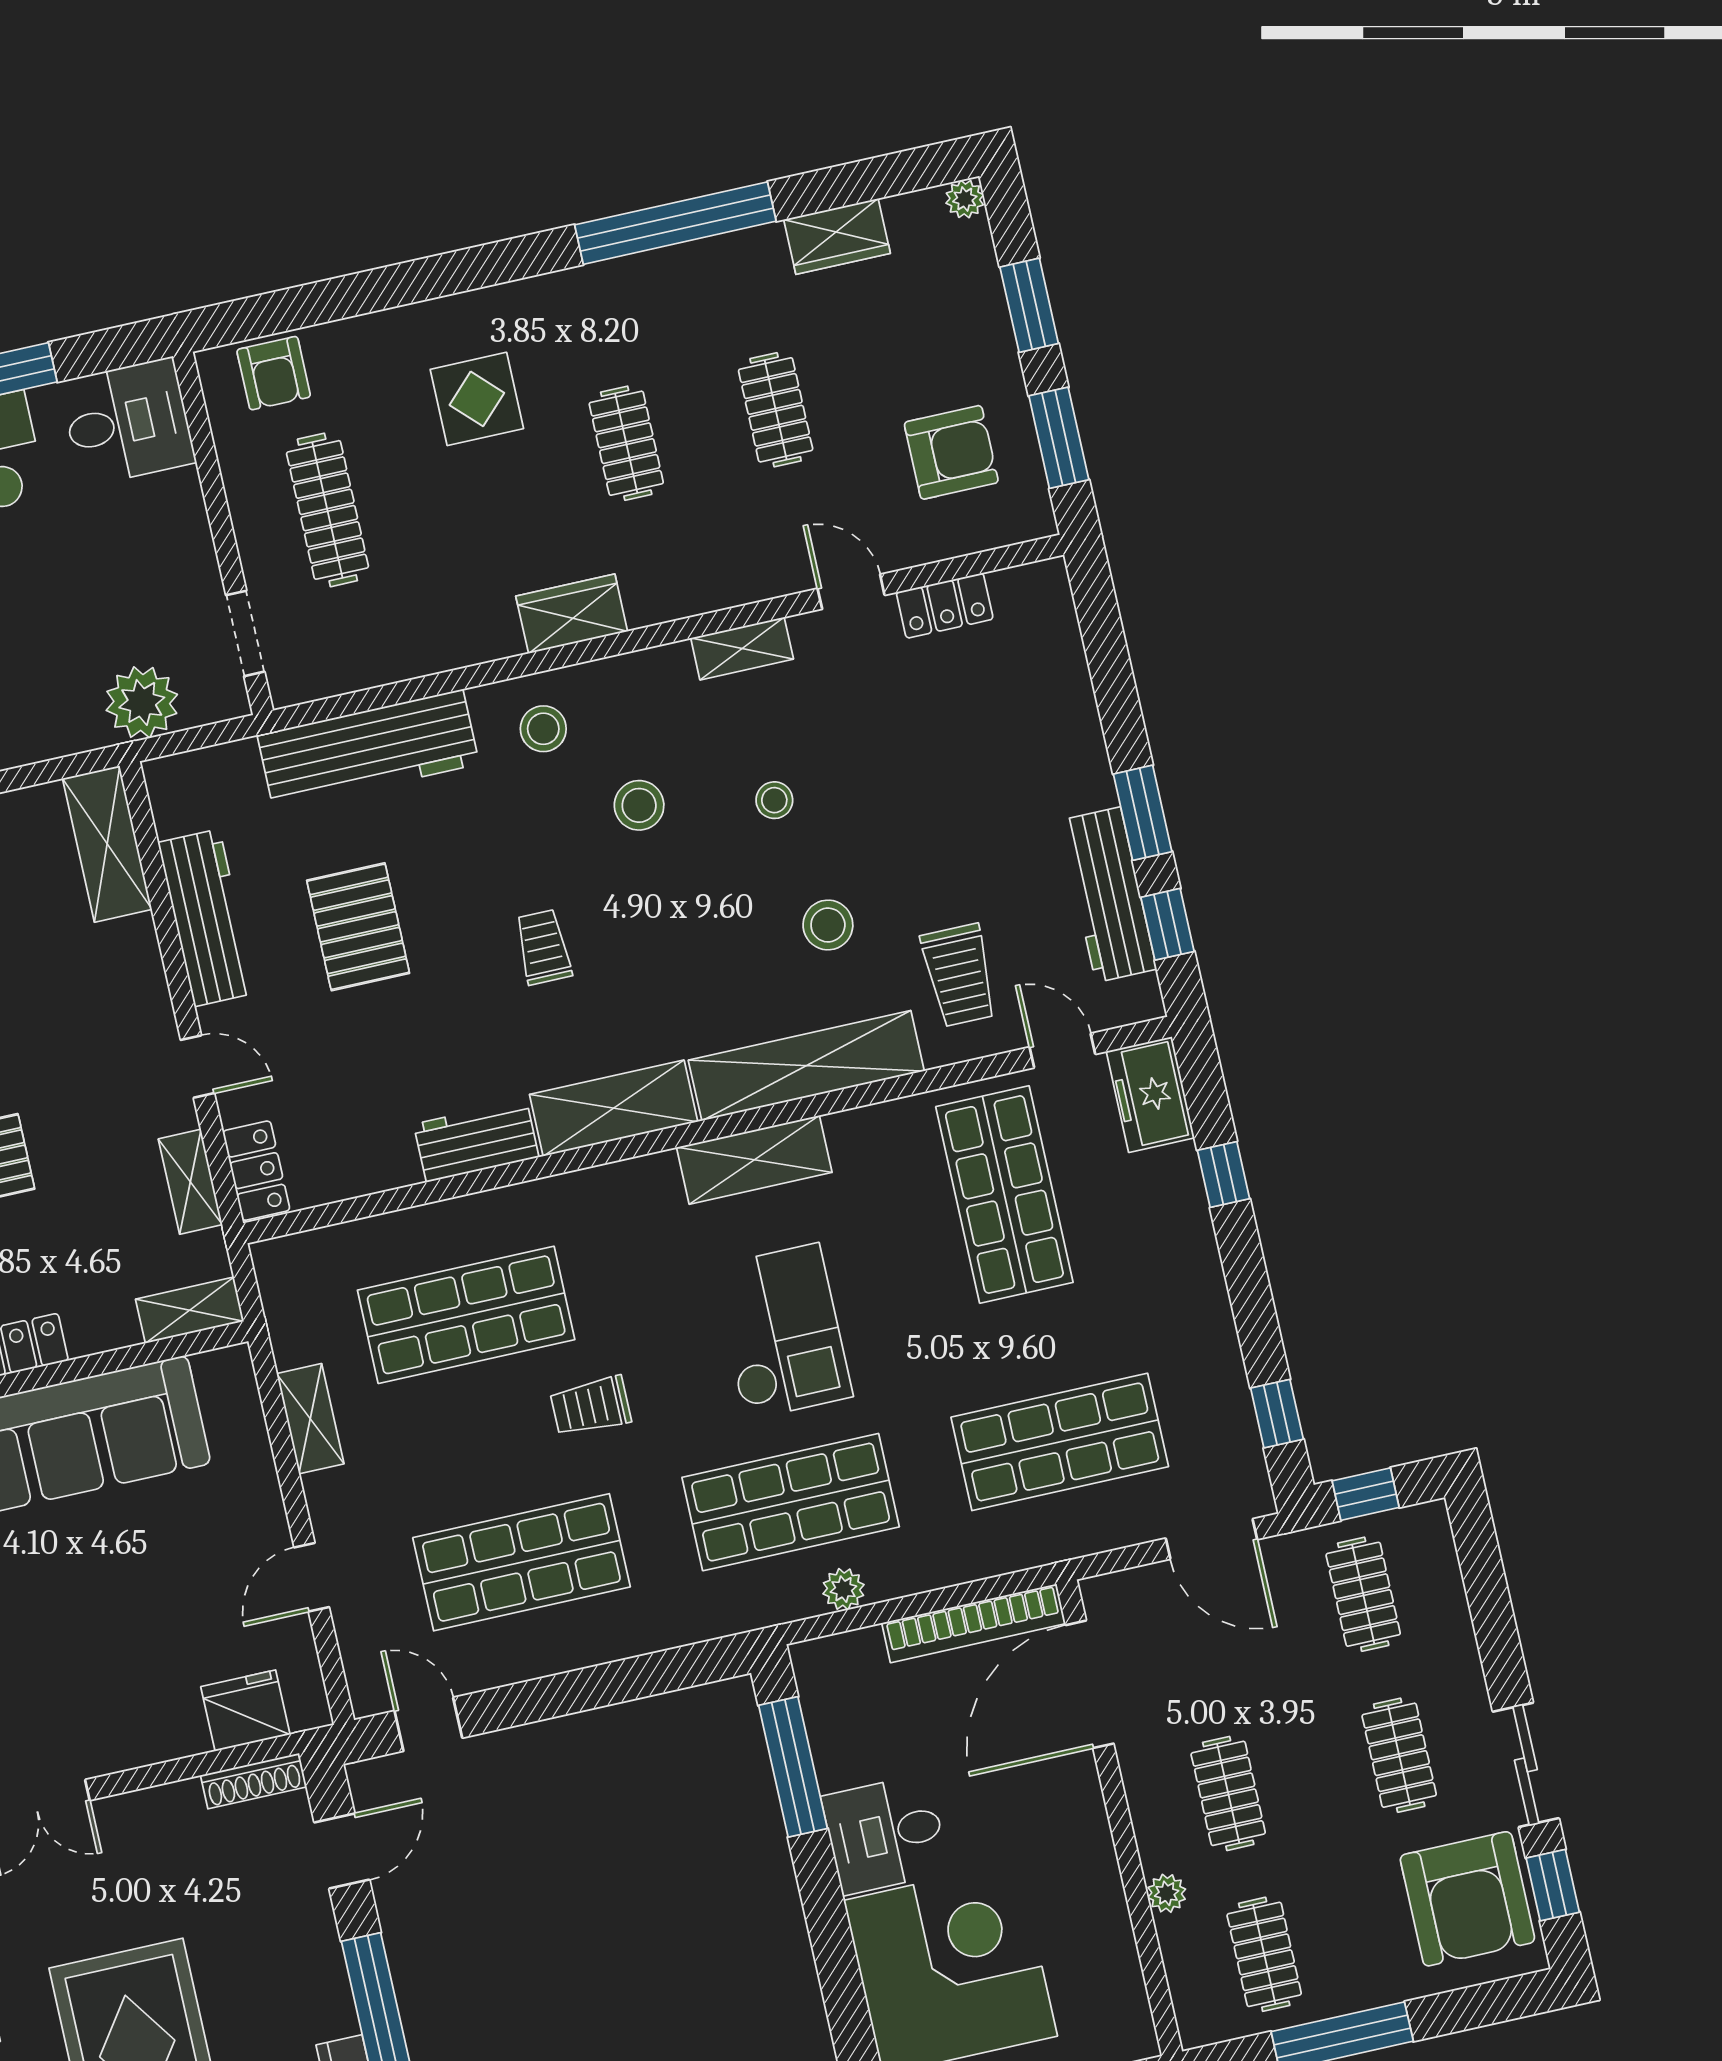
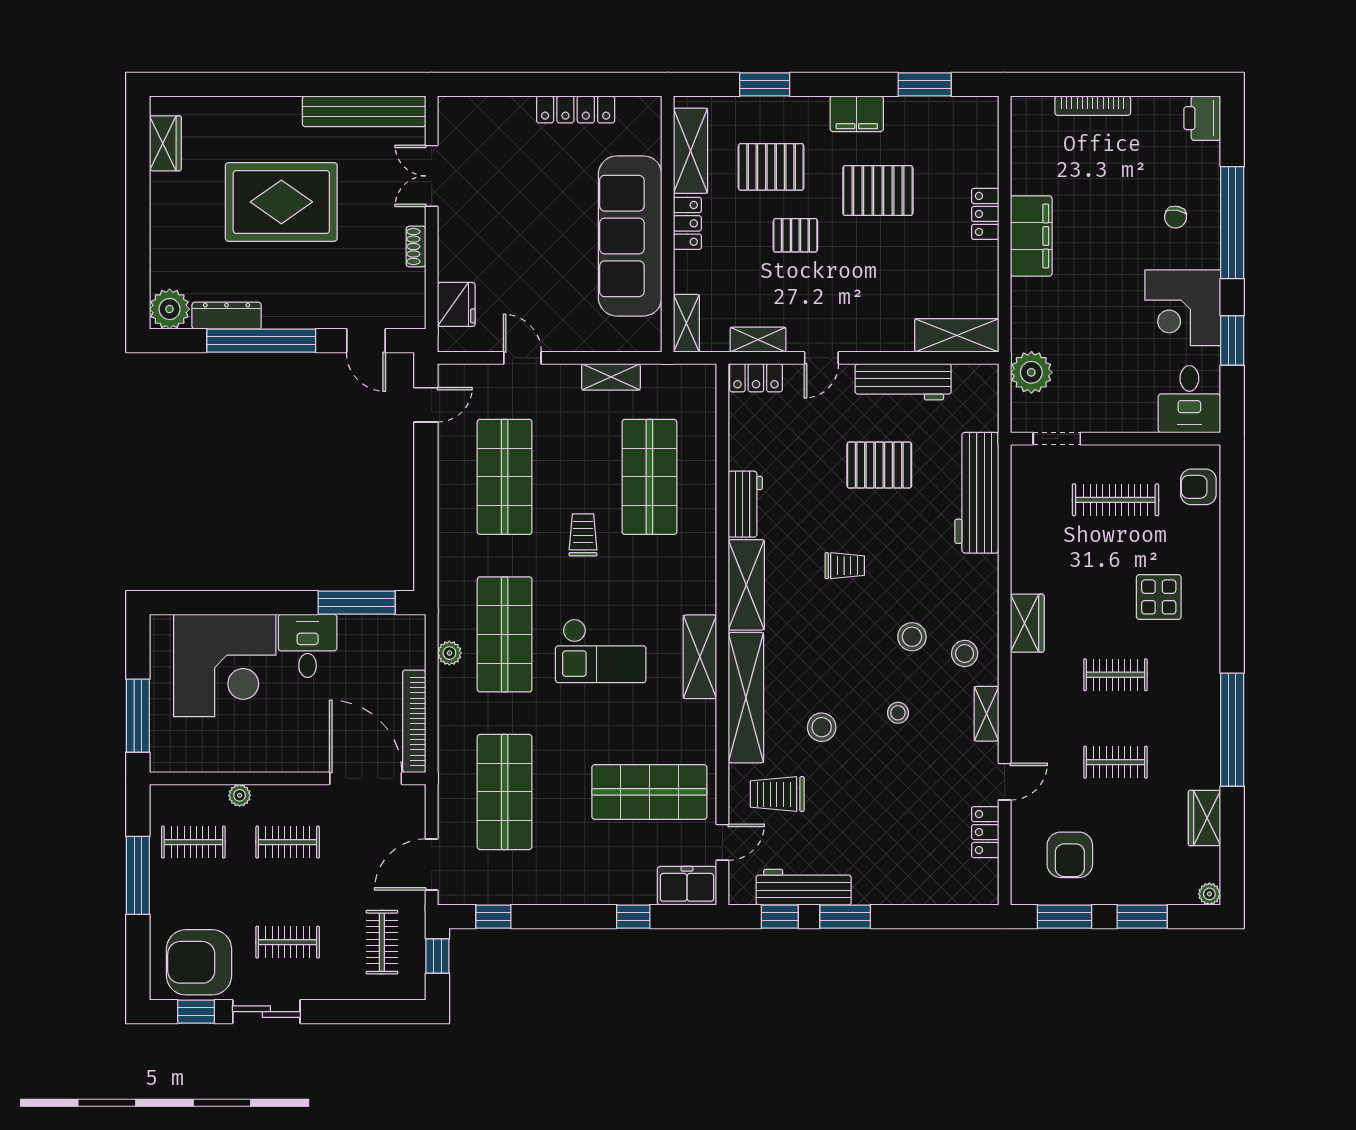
stool: (543, 729) -> (965, 653), moved
clothes rail: (1363, 1594) -> (382, 942), turned 90
shoe rack: (254, 1781) -> (416, 247), moved, width x0.70

